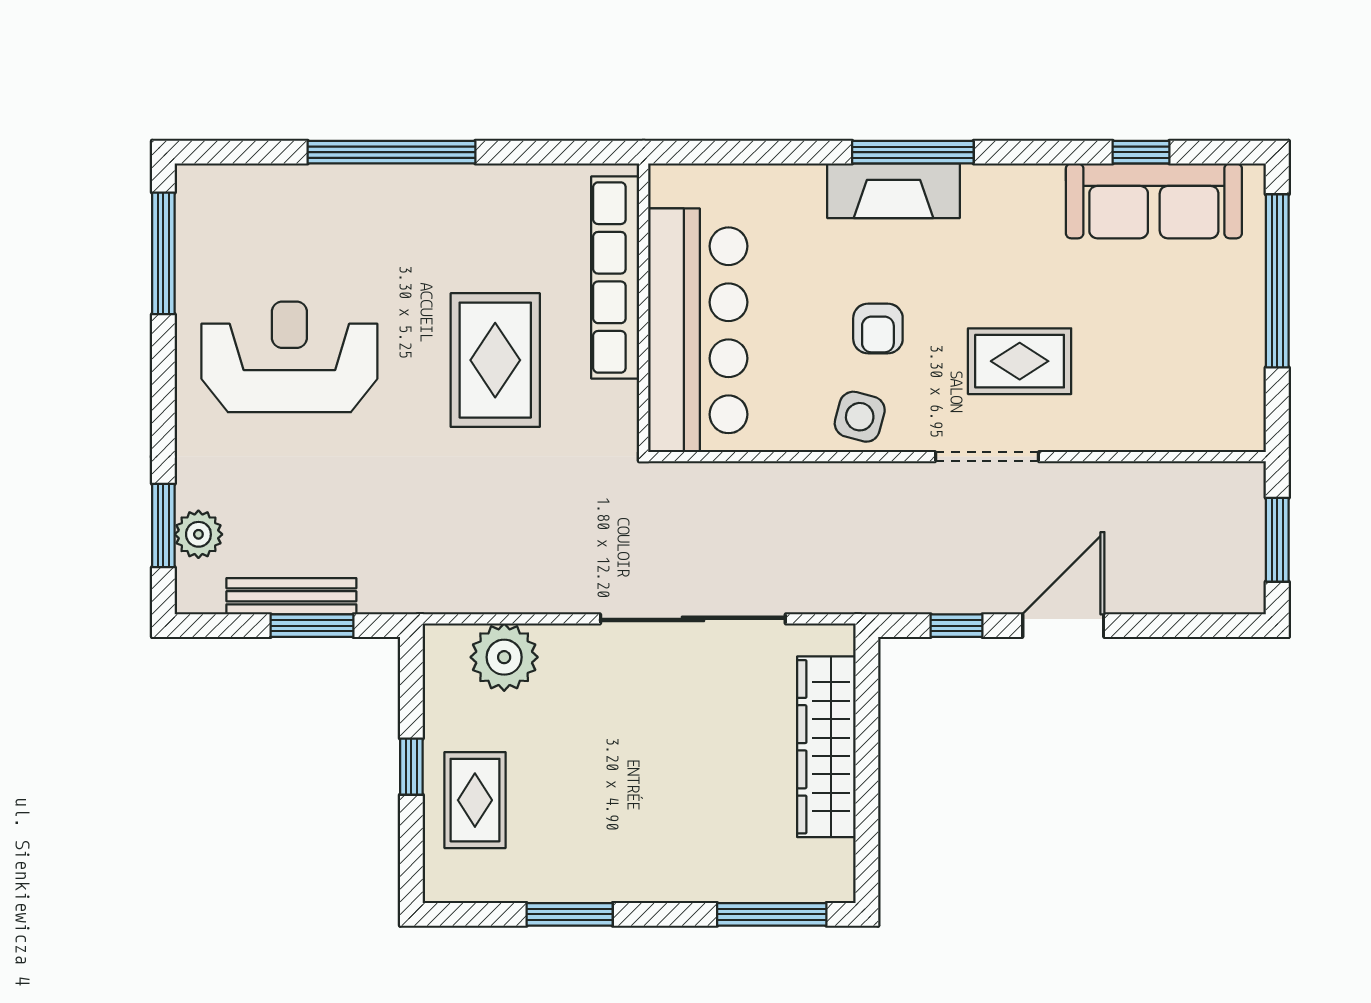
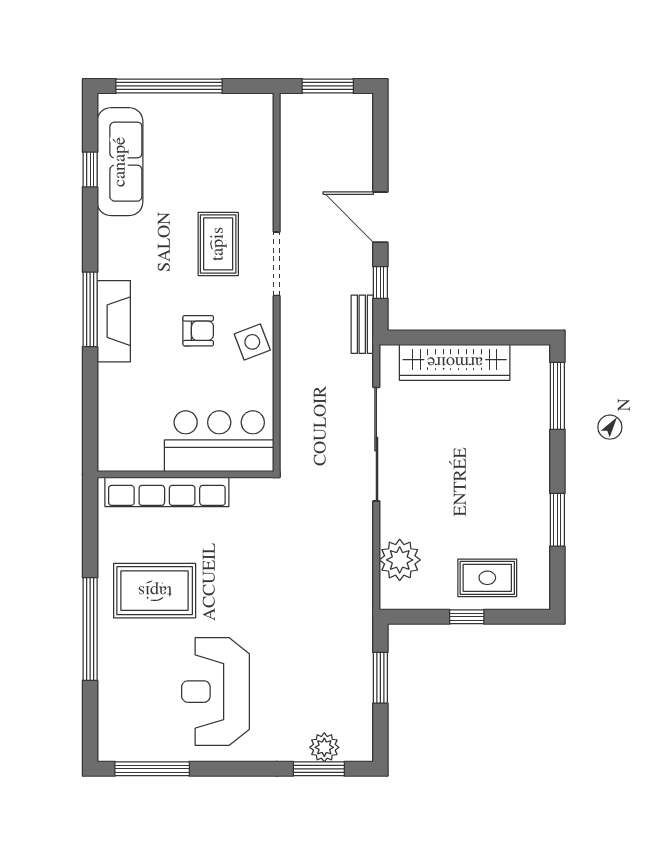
bar counter: (698, 330) -> (219, 441), width x0.73
rug: (495, 360) -> (155, 591), moved
side table: (860, 417) -> (252, 342), turned -36
bench: (291, 596) -> (362, 324), moved, width x0.73

